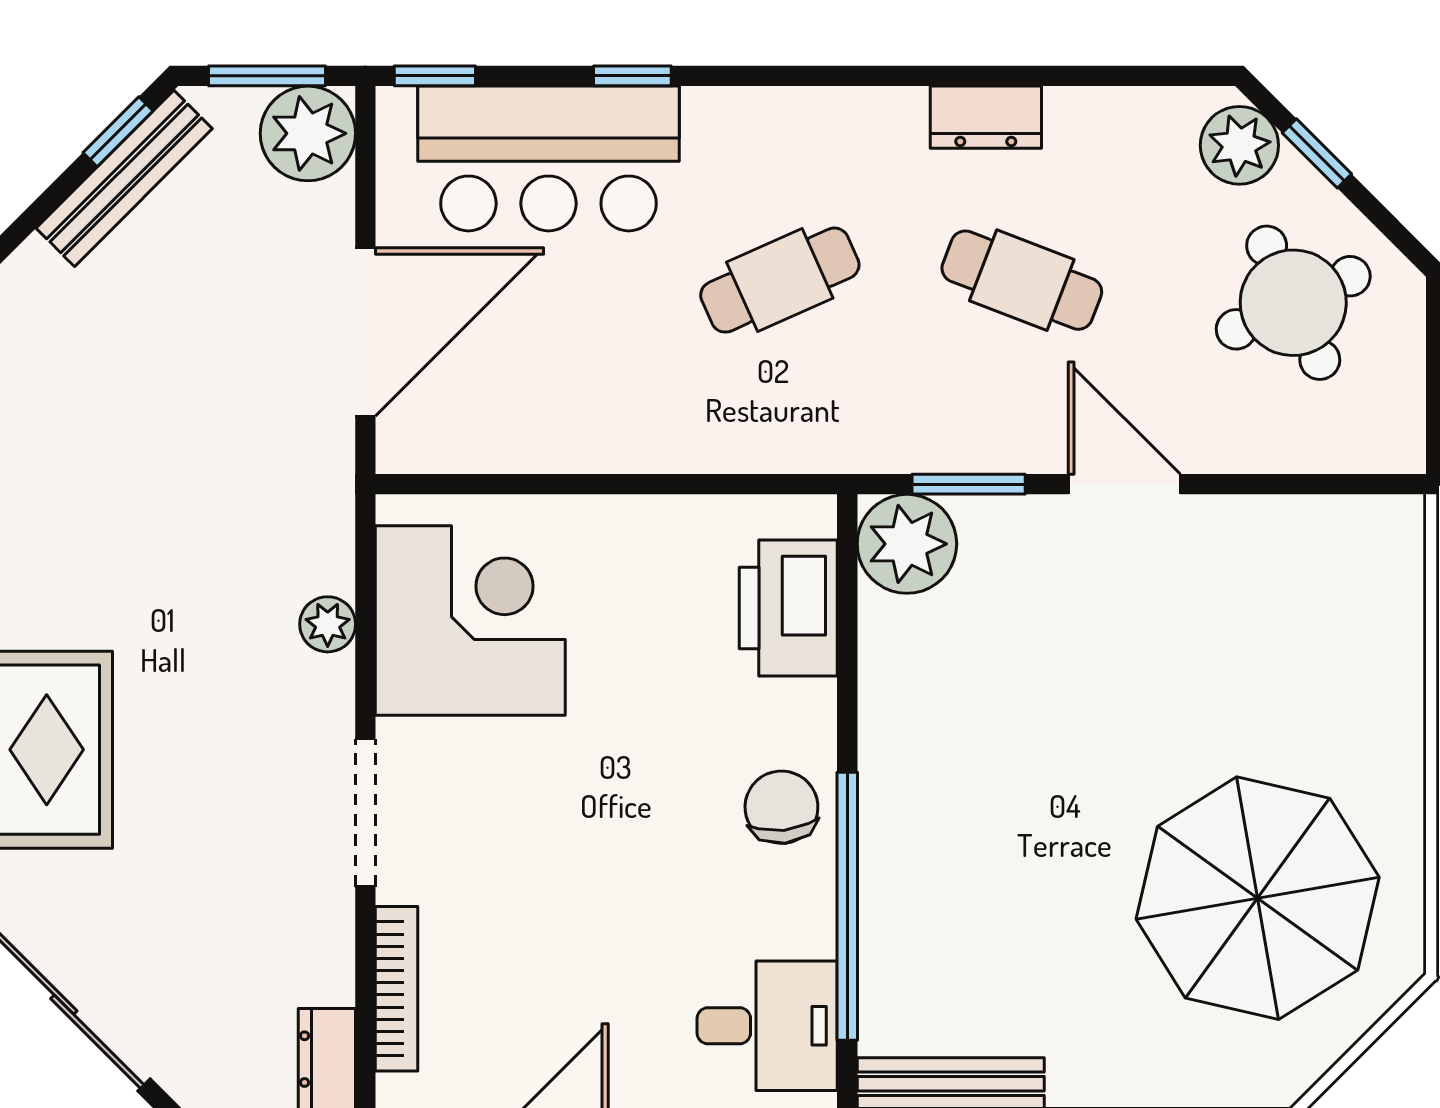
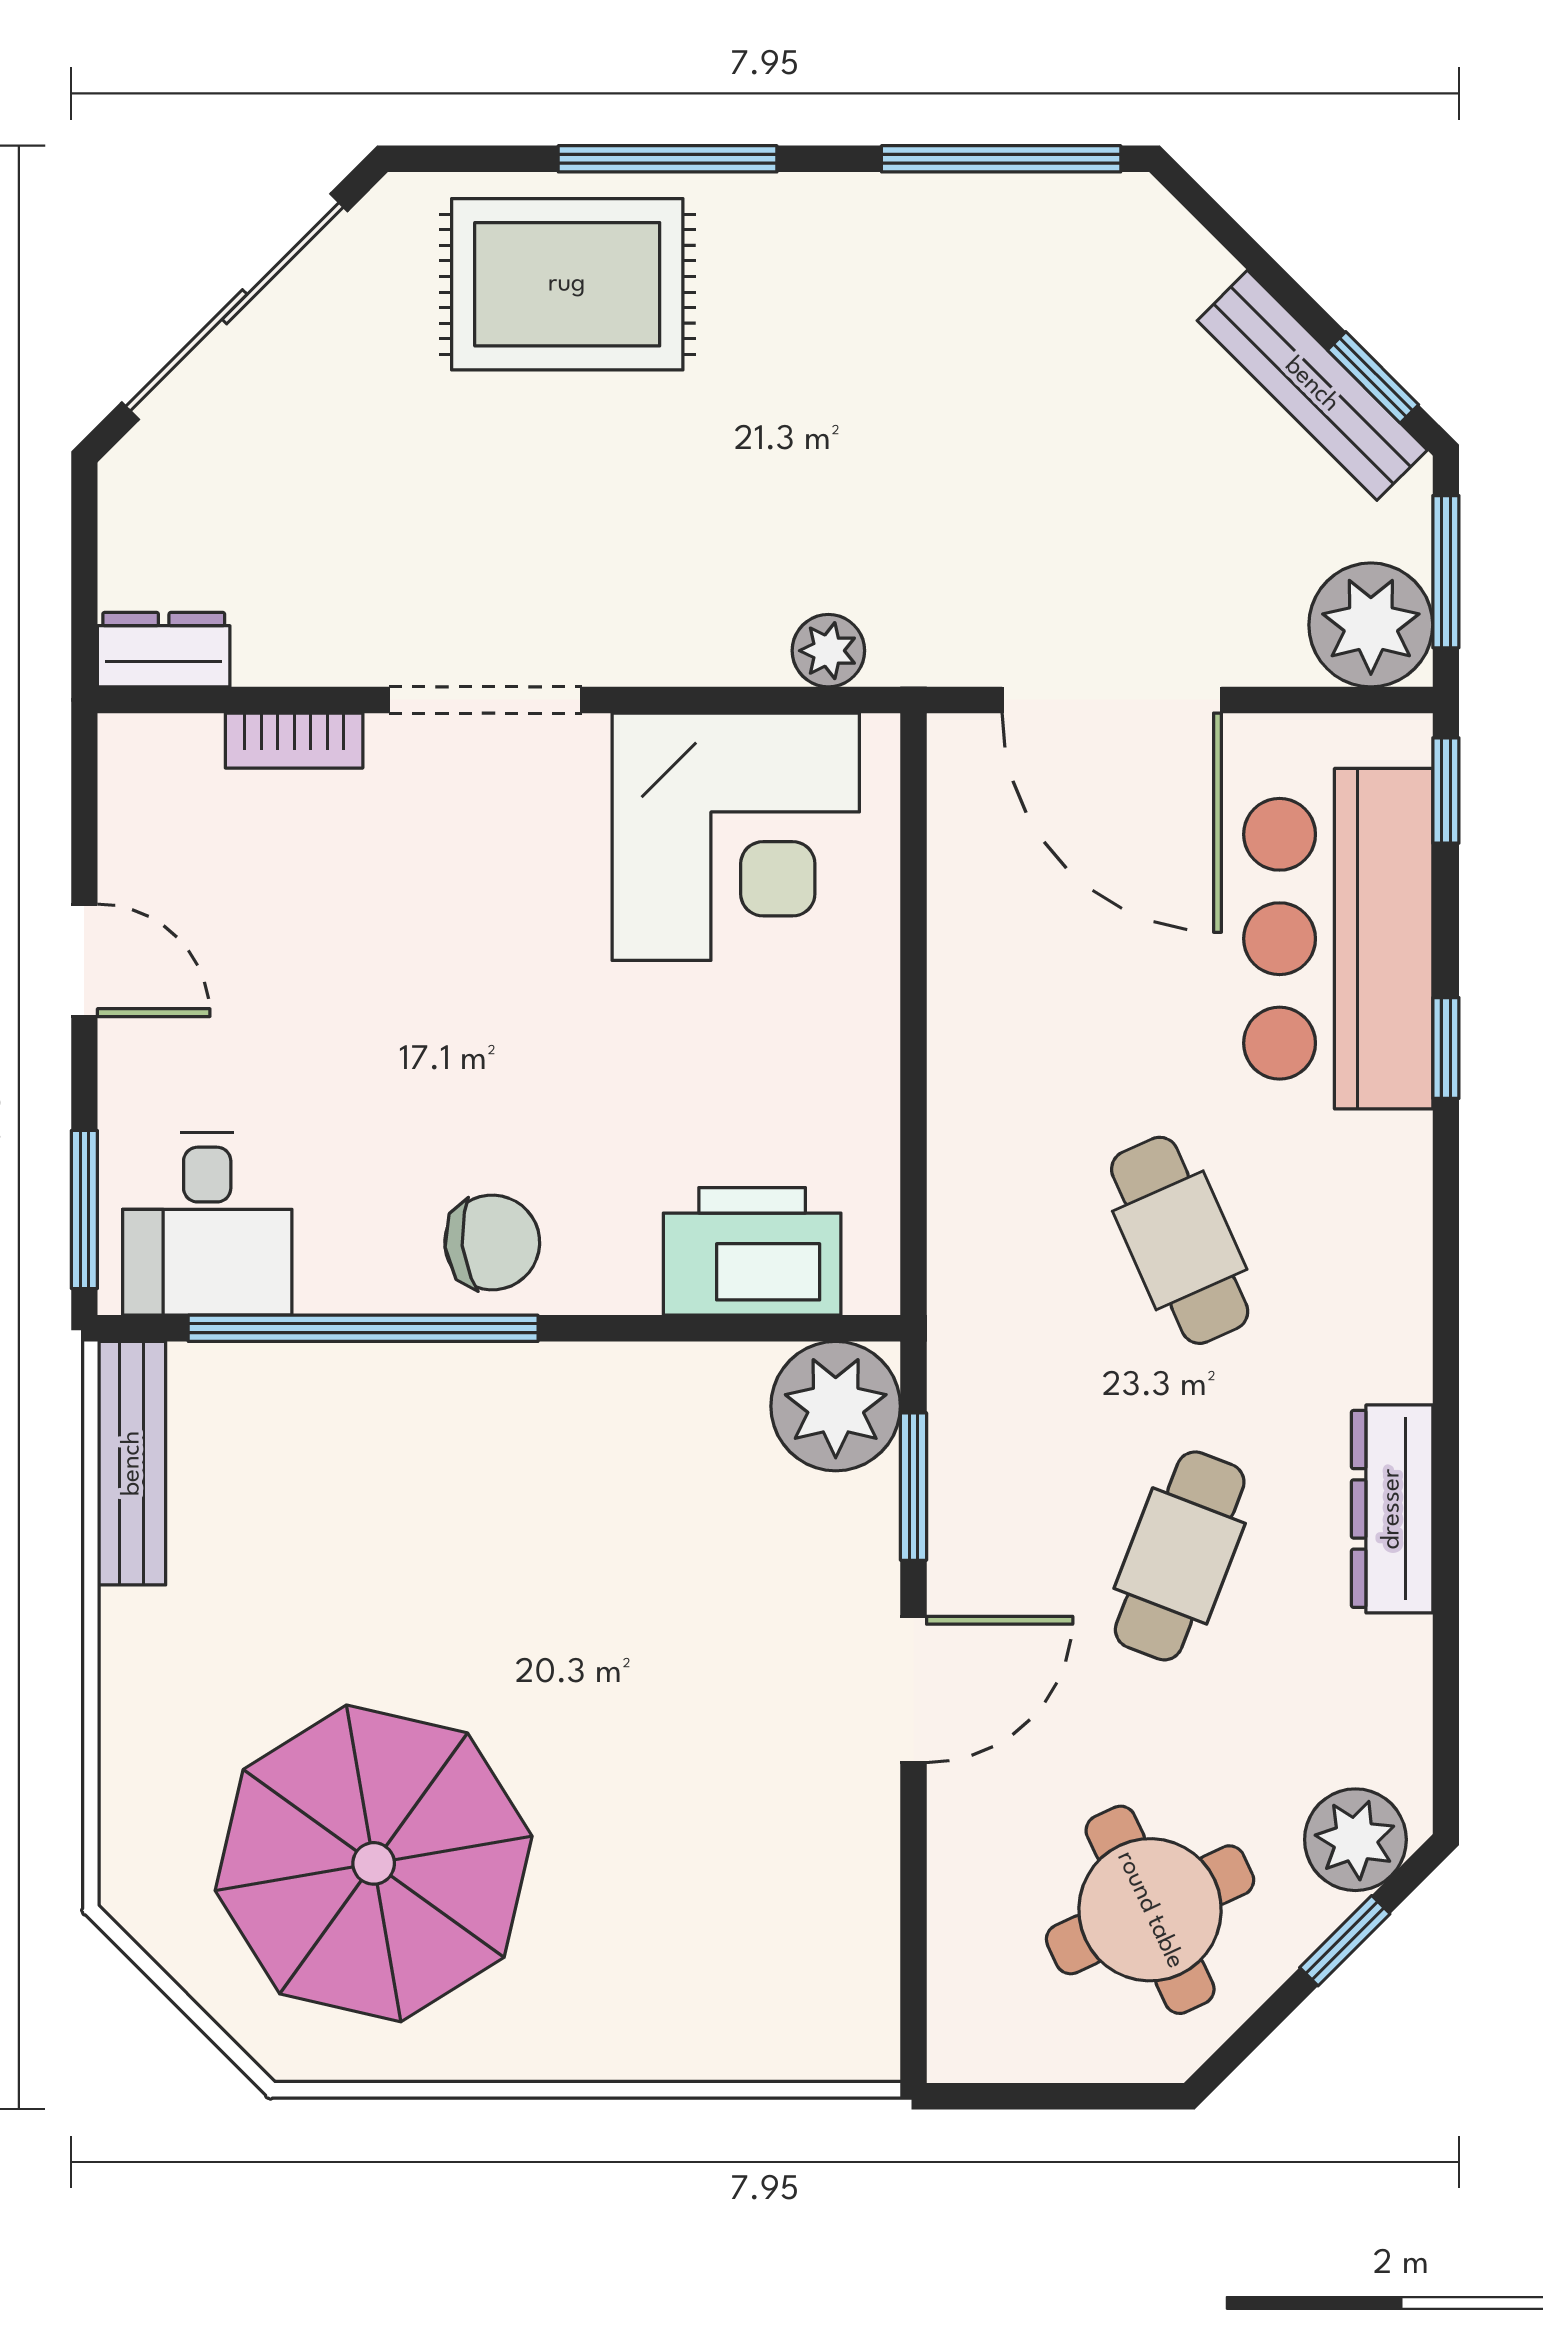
dresser: (986, 117) -> (1392, 1509), width x1.44
plant: (328, 624) -> (828, 651), moved
bookcase: (397, 989) -> (294, 741), width x0.64

